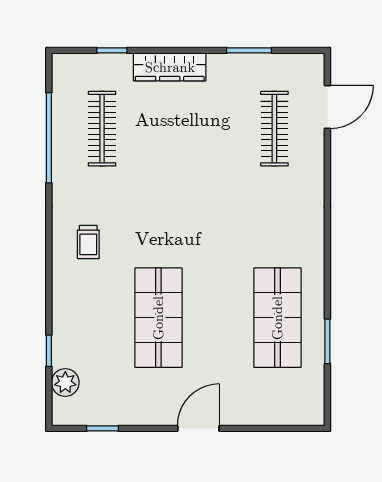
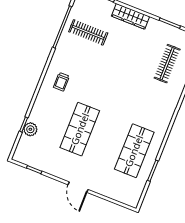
clothes rail: (102, 129) -> (88, 32), turned 90
plant: (65, 383) -> (30, 129), moved
door: (198, 428) -> (78, 187), swing flipped

